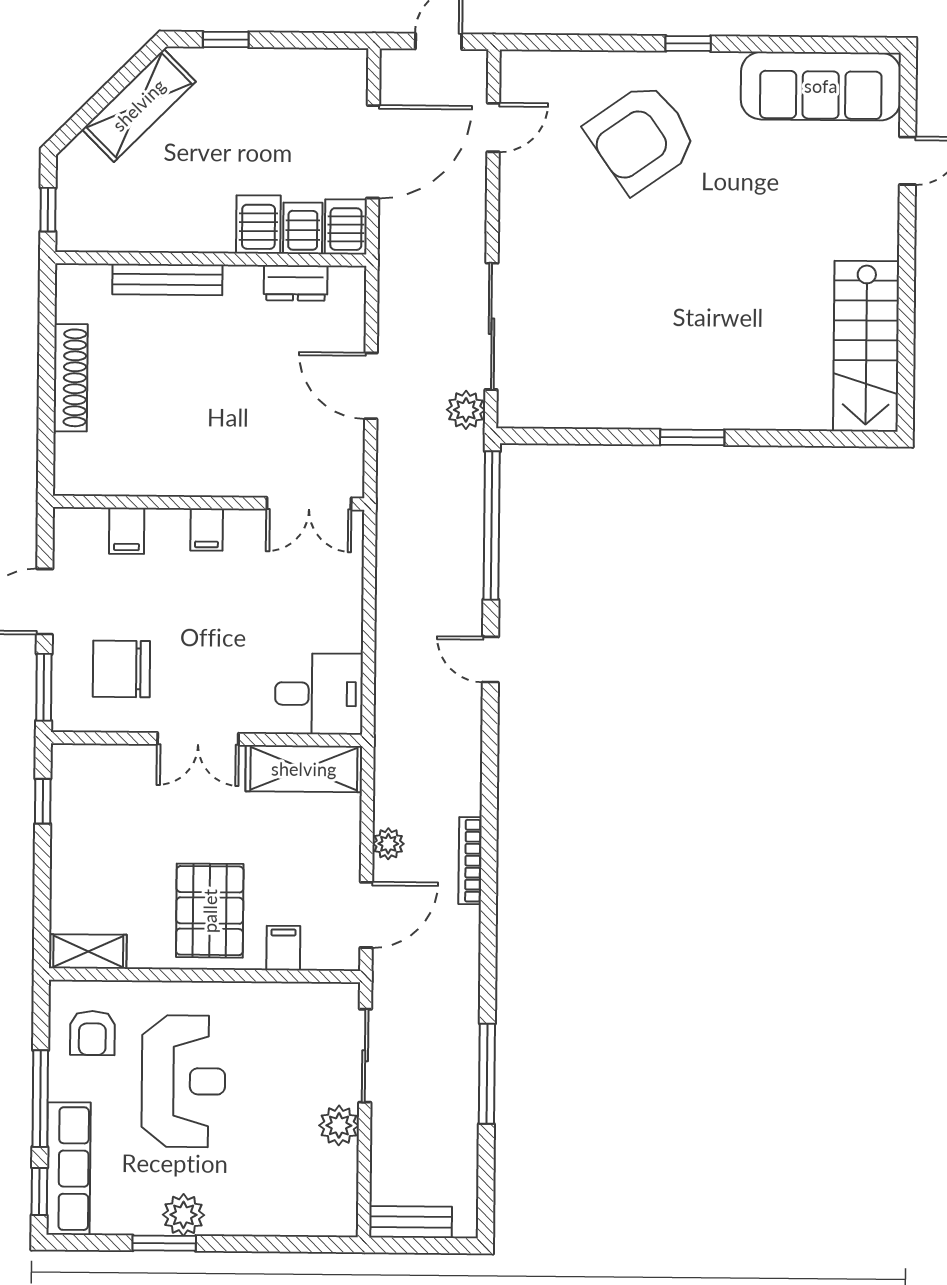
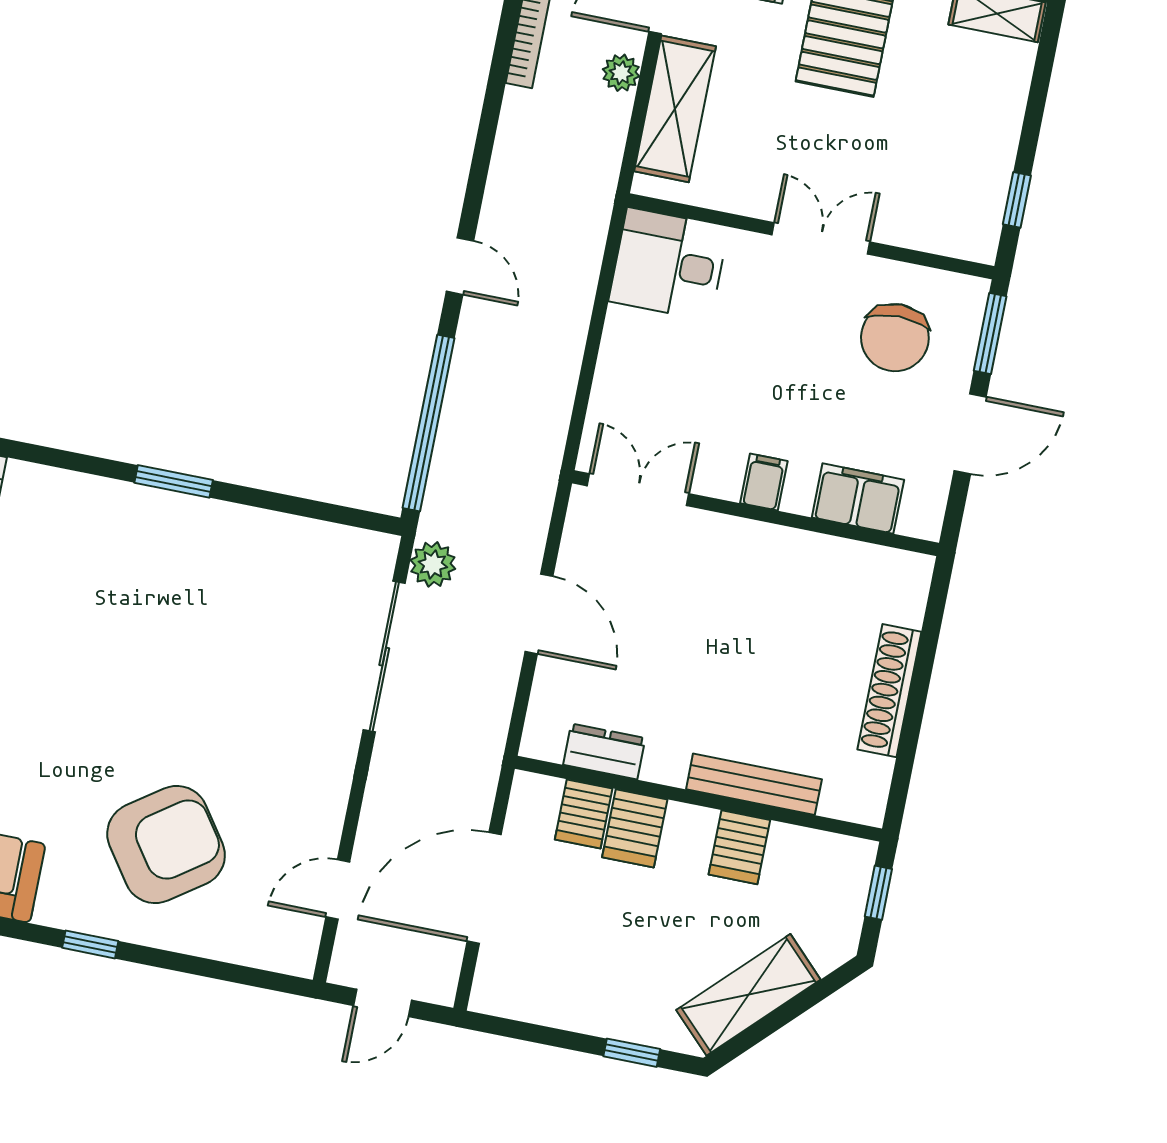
server rack: (346, 227) -> (739, 847), moved
filing cabinet: (127, 531) -> (858, 499), width x2.00
chair: (121, 669) -> (895, 338), turned 90
shelving: (304, 769) -> (675, 109), moved, turned 90

